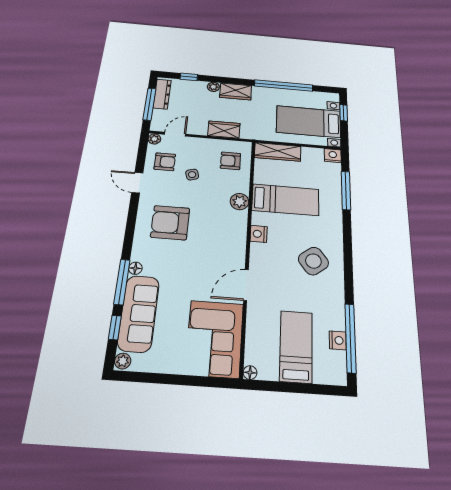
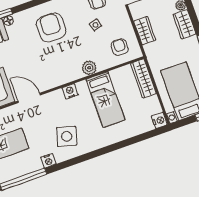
window: (346, 190) -> (133, 140), removed
side table: (313, 261) -> (67, 136), turned -37
nightstand: (338, 340) -> (48, 161), moved

